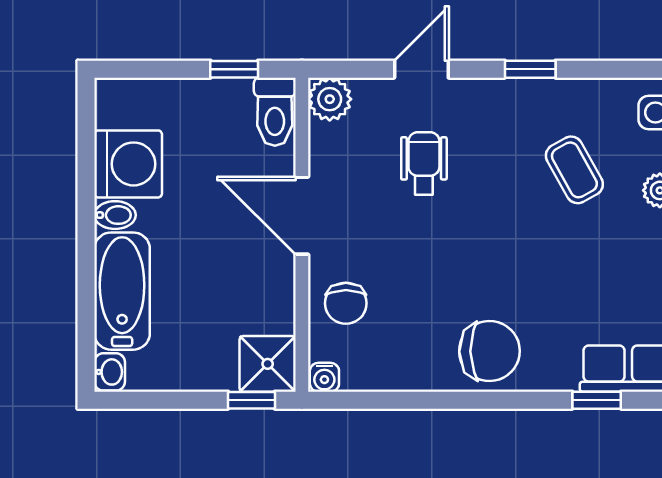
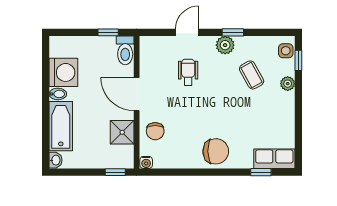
plant: (330, 99) -> (225, 45), moved
shower: (268, 364) -> (122, 132), moved

